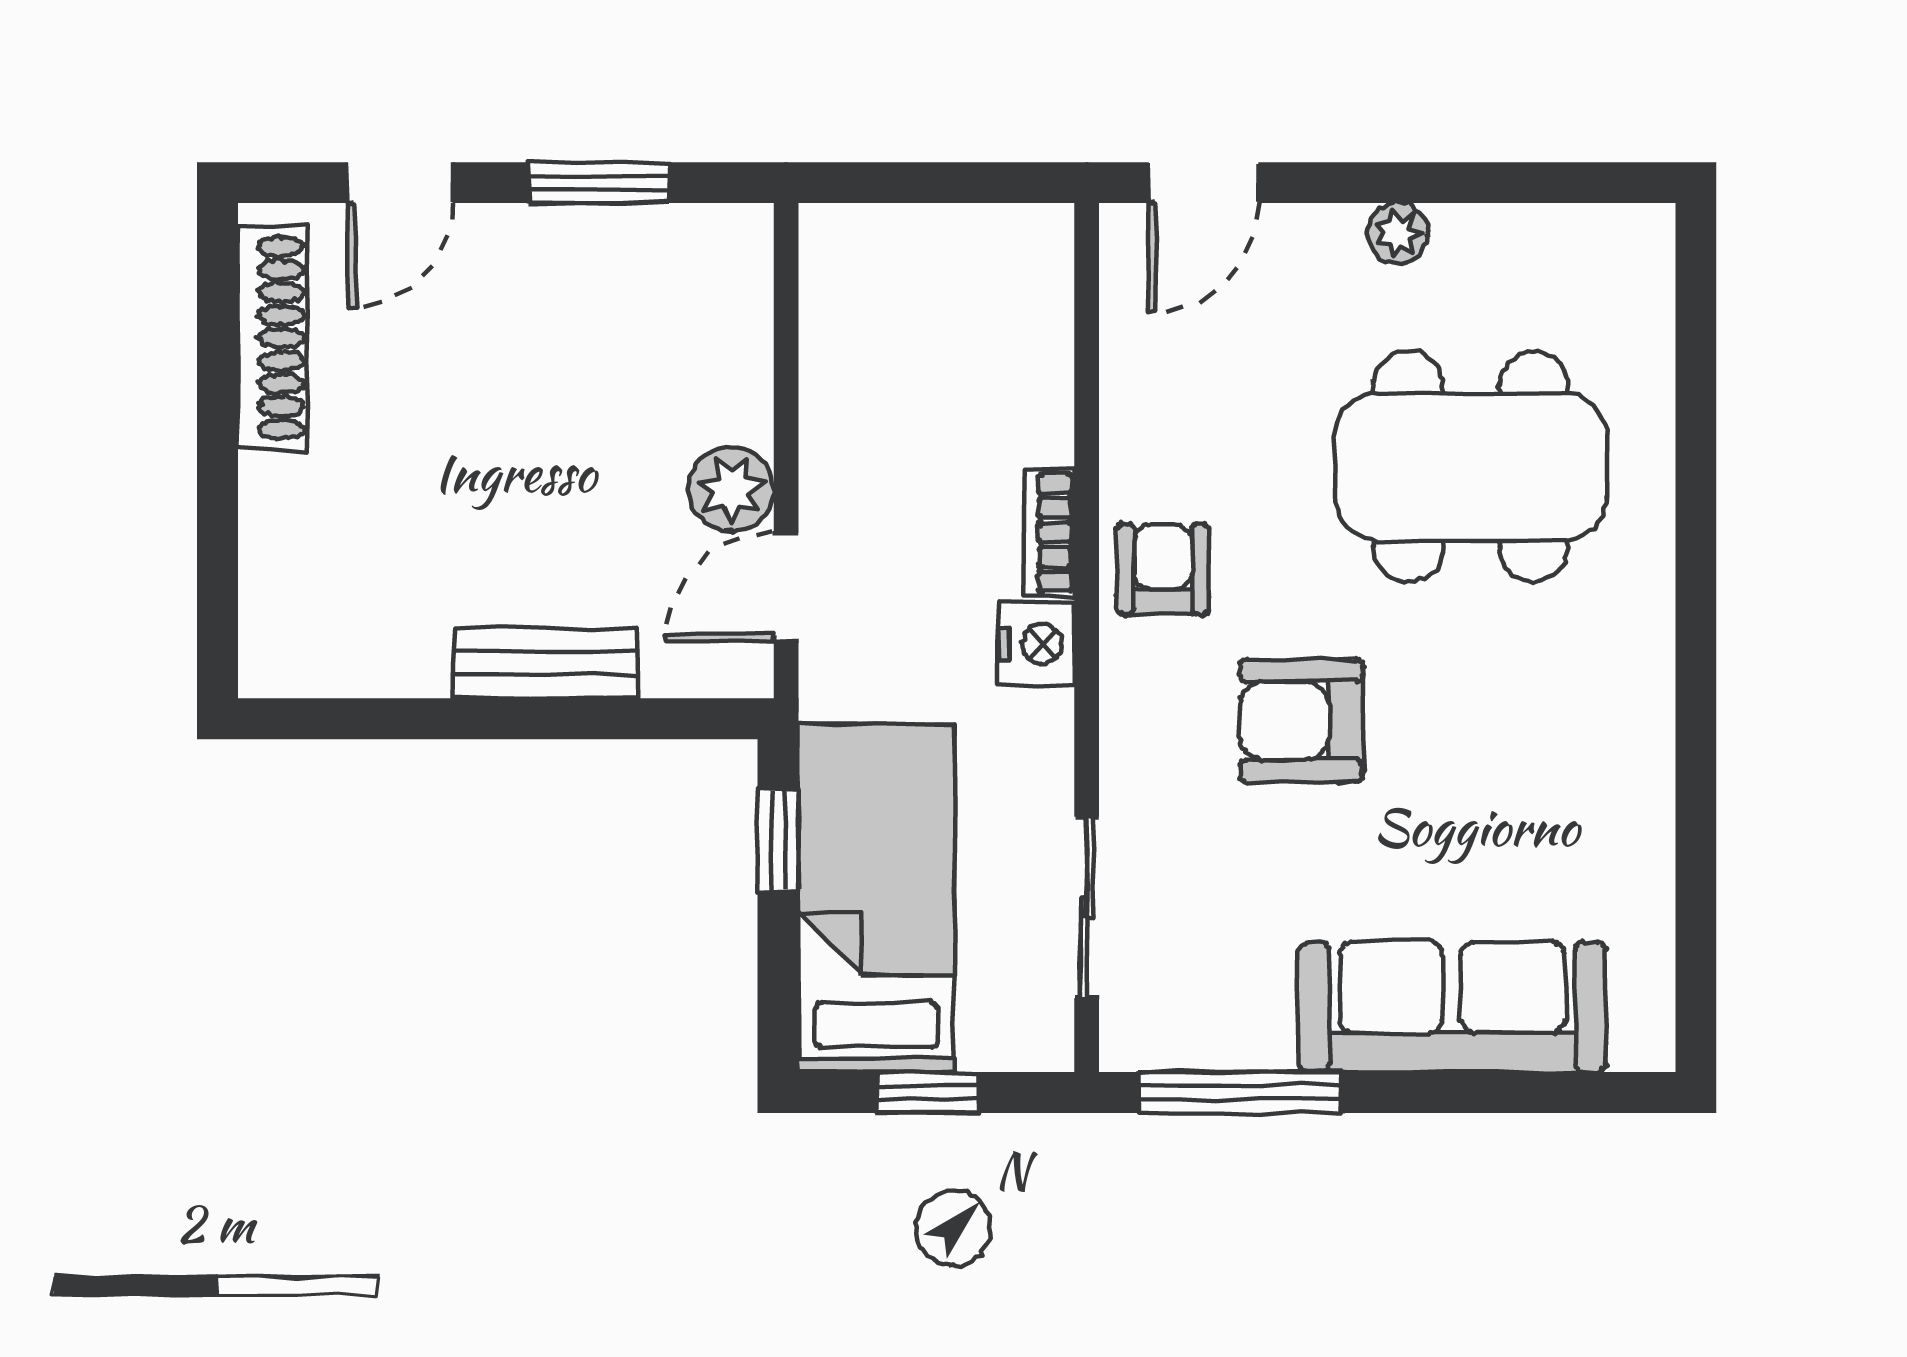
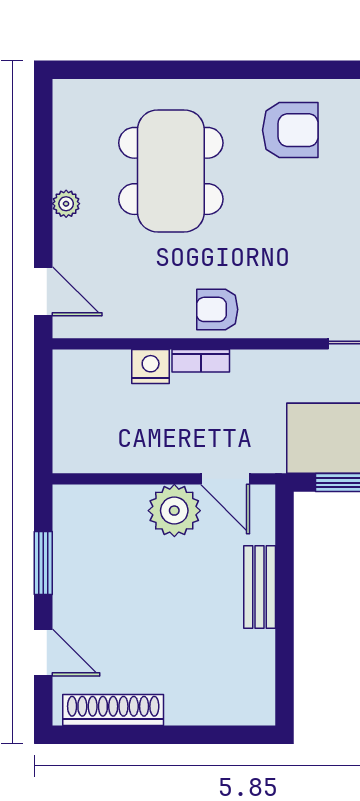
plant: (731, 489) -> (174, 511), width x1.36, depth x1.36
nightstand: (1036, 644) -> (151, 366), moved
armchair: (1302, 721) -> (290, 130), moved, turned -90

